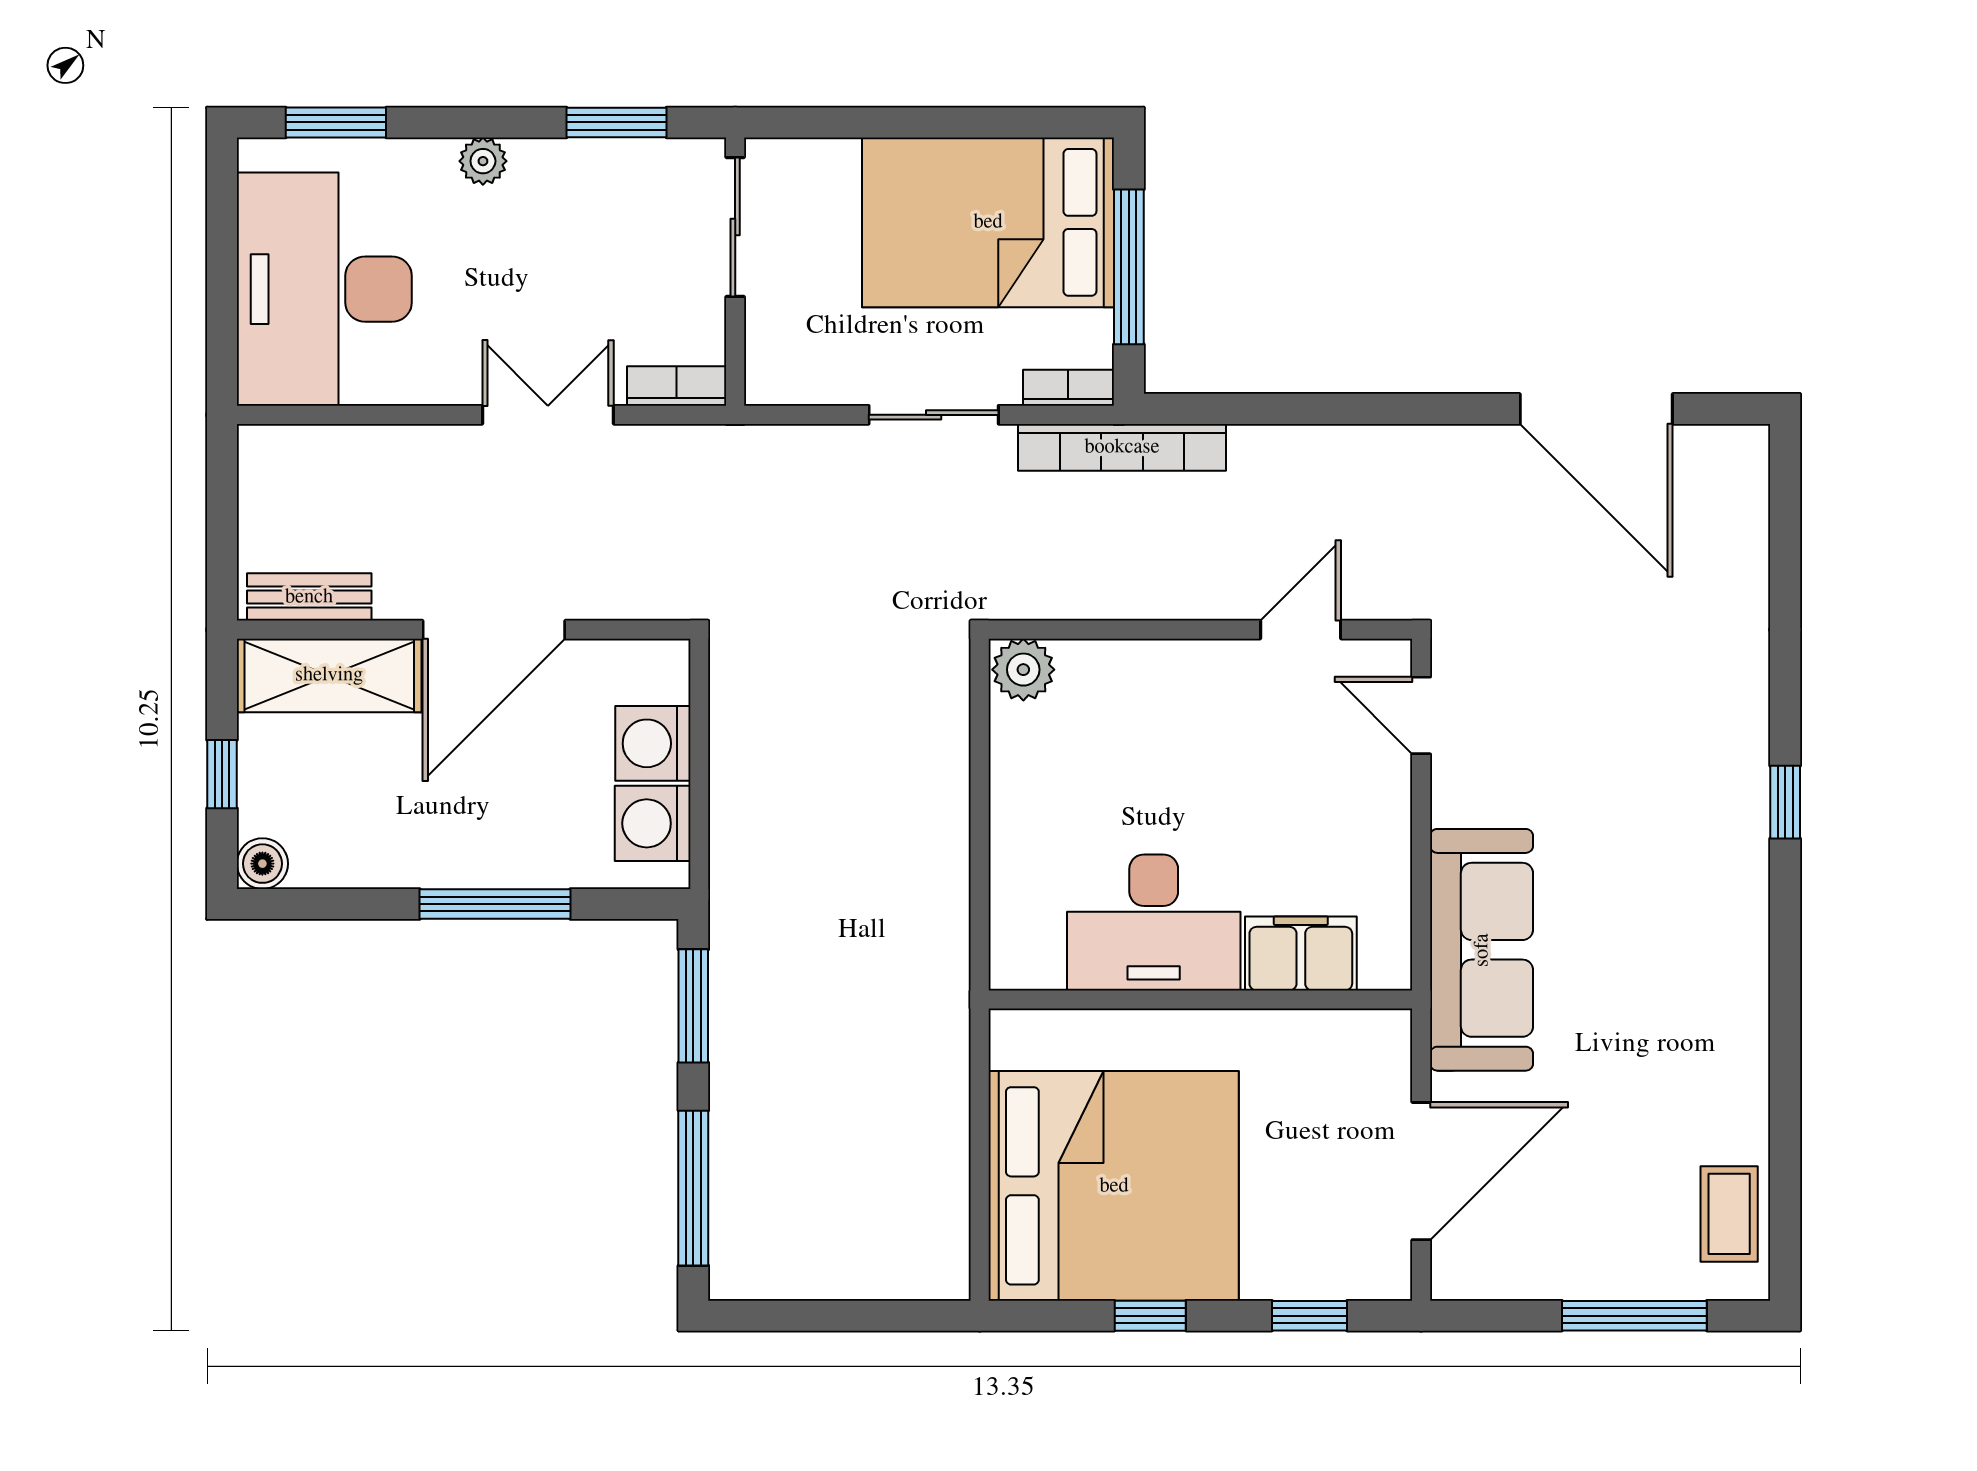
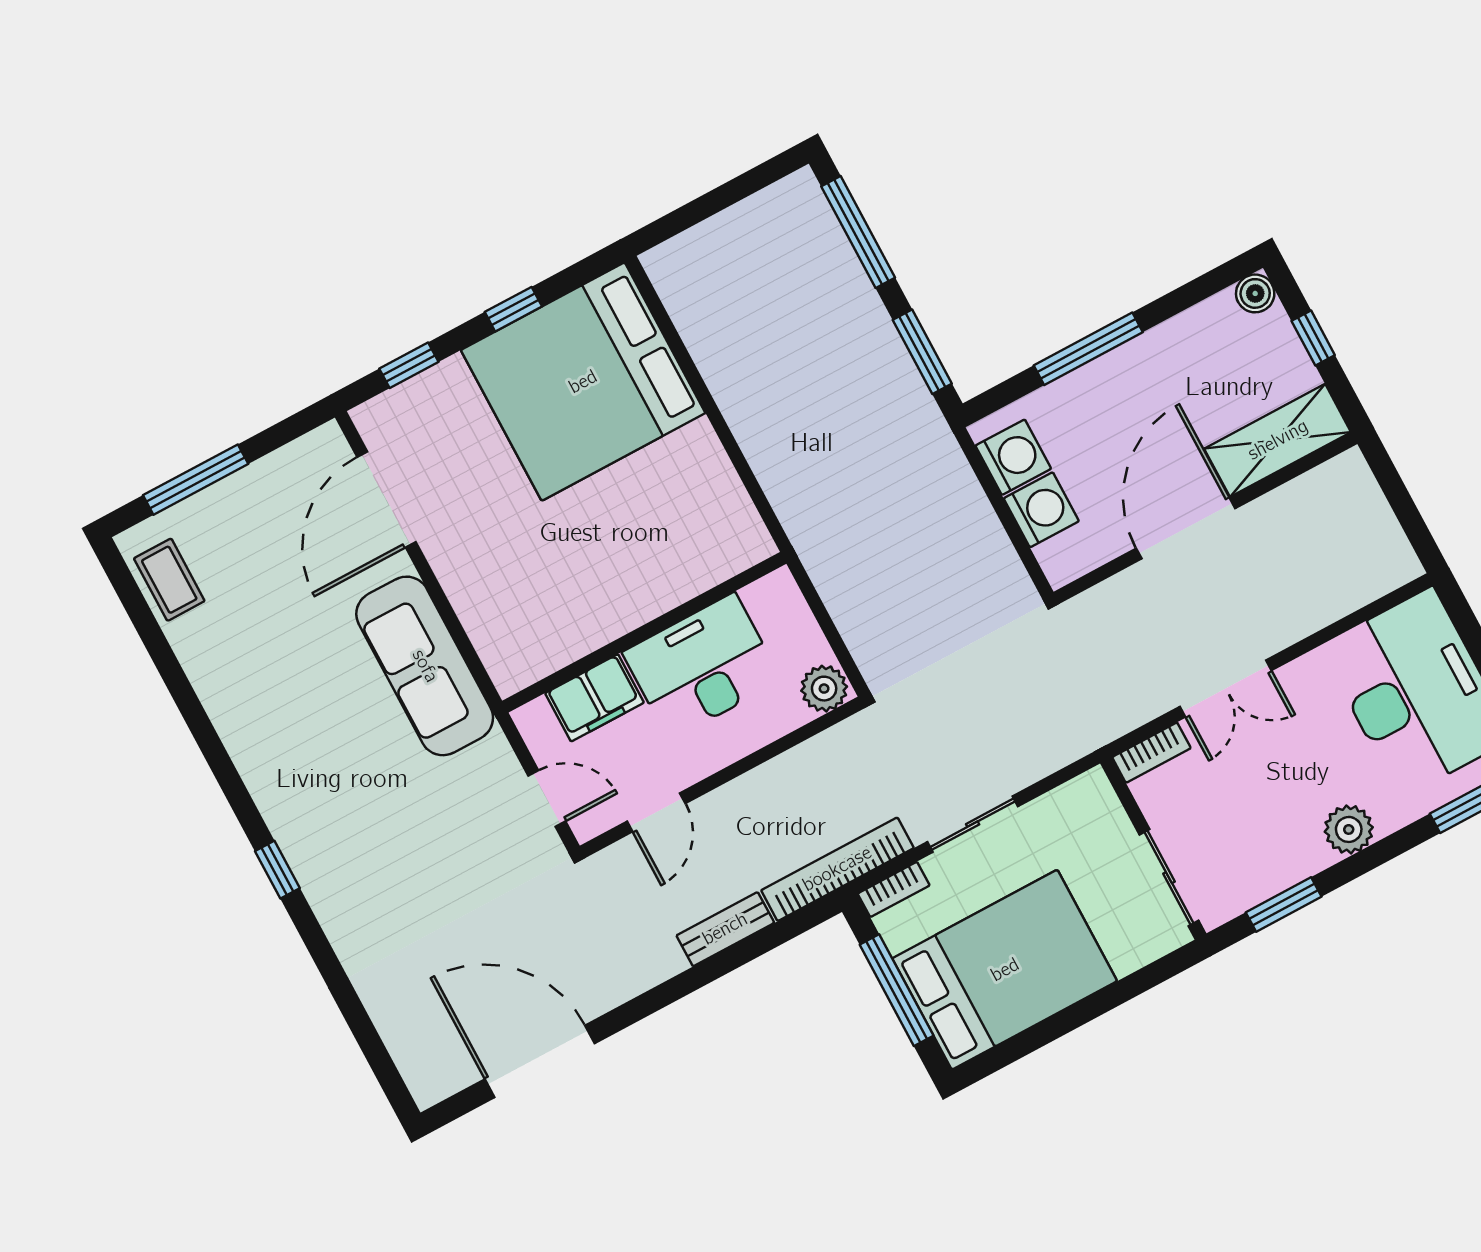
plant: (483, 161) -> (1349, 829), width x1.38, depth x1.38
bench: (309, 597) -> (725, 929), moved
desk: (1154, 922) -> (702, 666), moved
filing cabinet: (1301, 953) -> (595, 698), moved
wall: (1200, 999) -> (644, 632), moved

